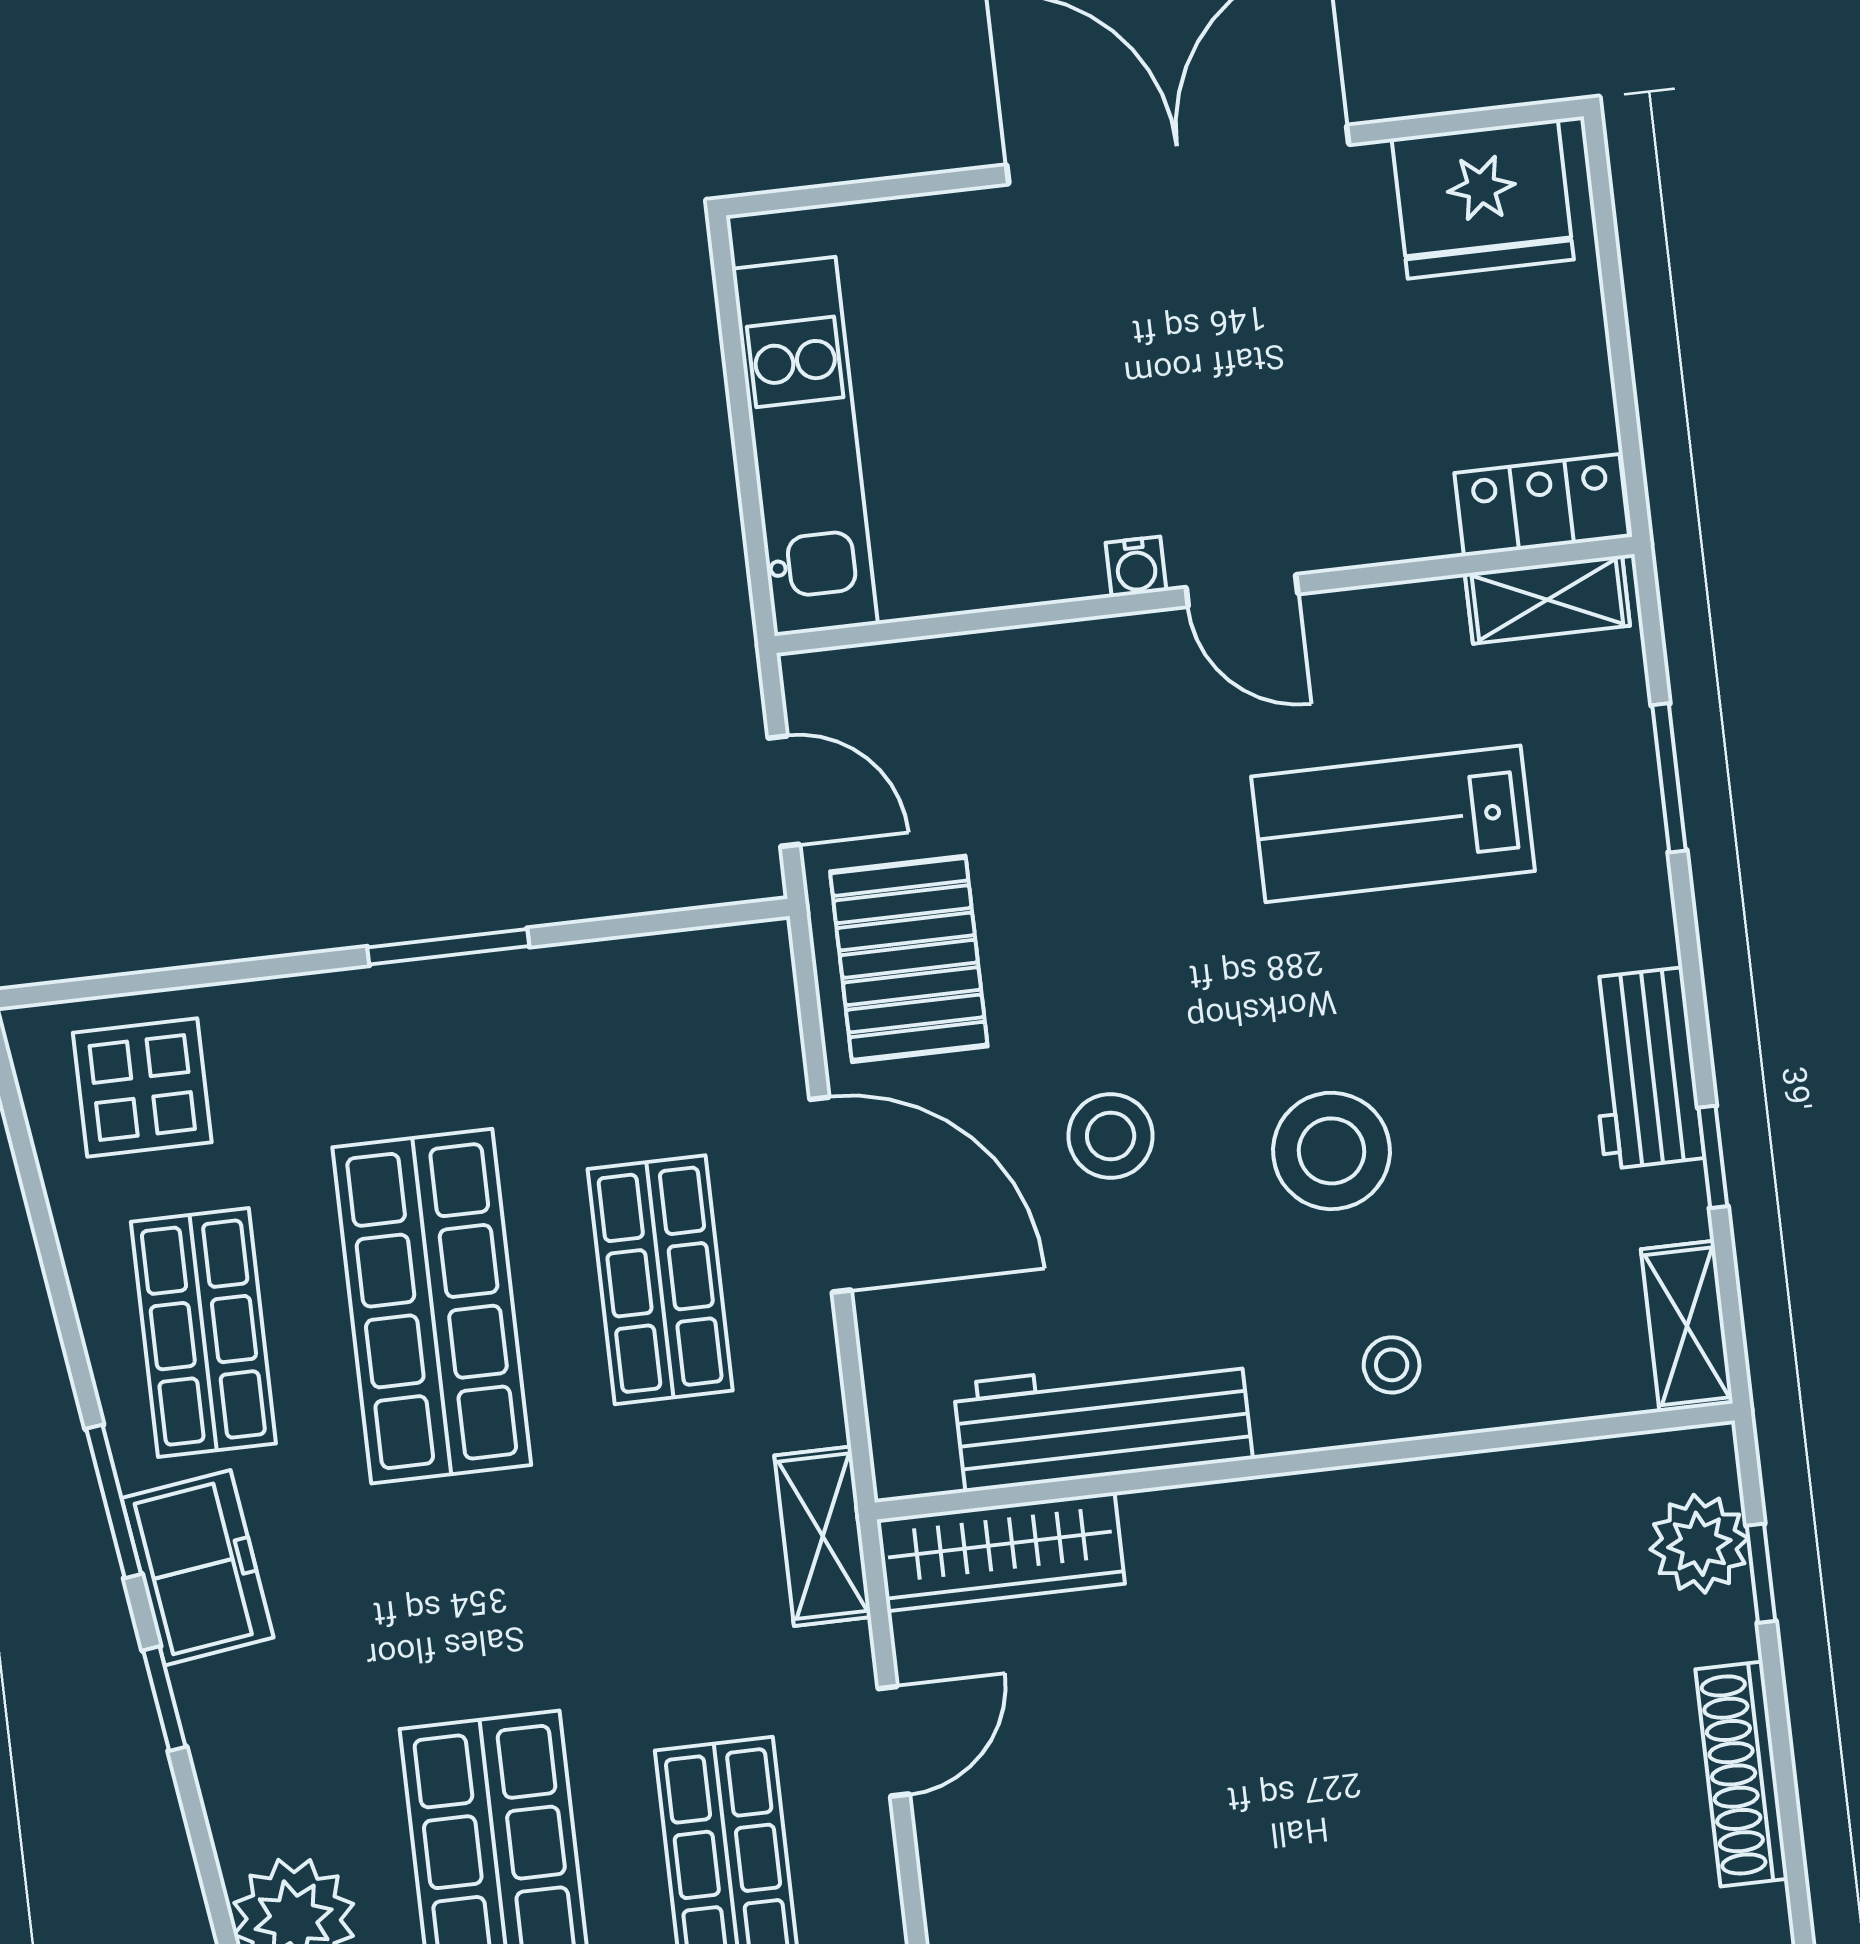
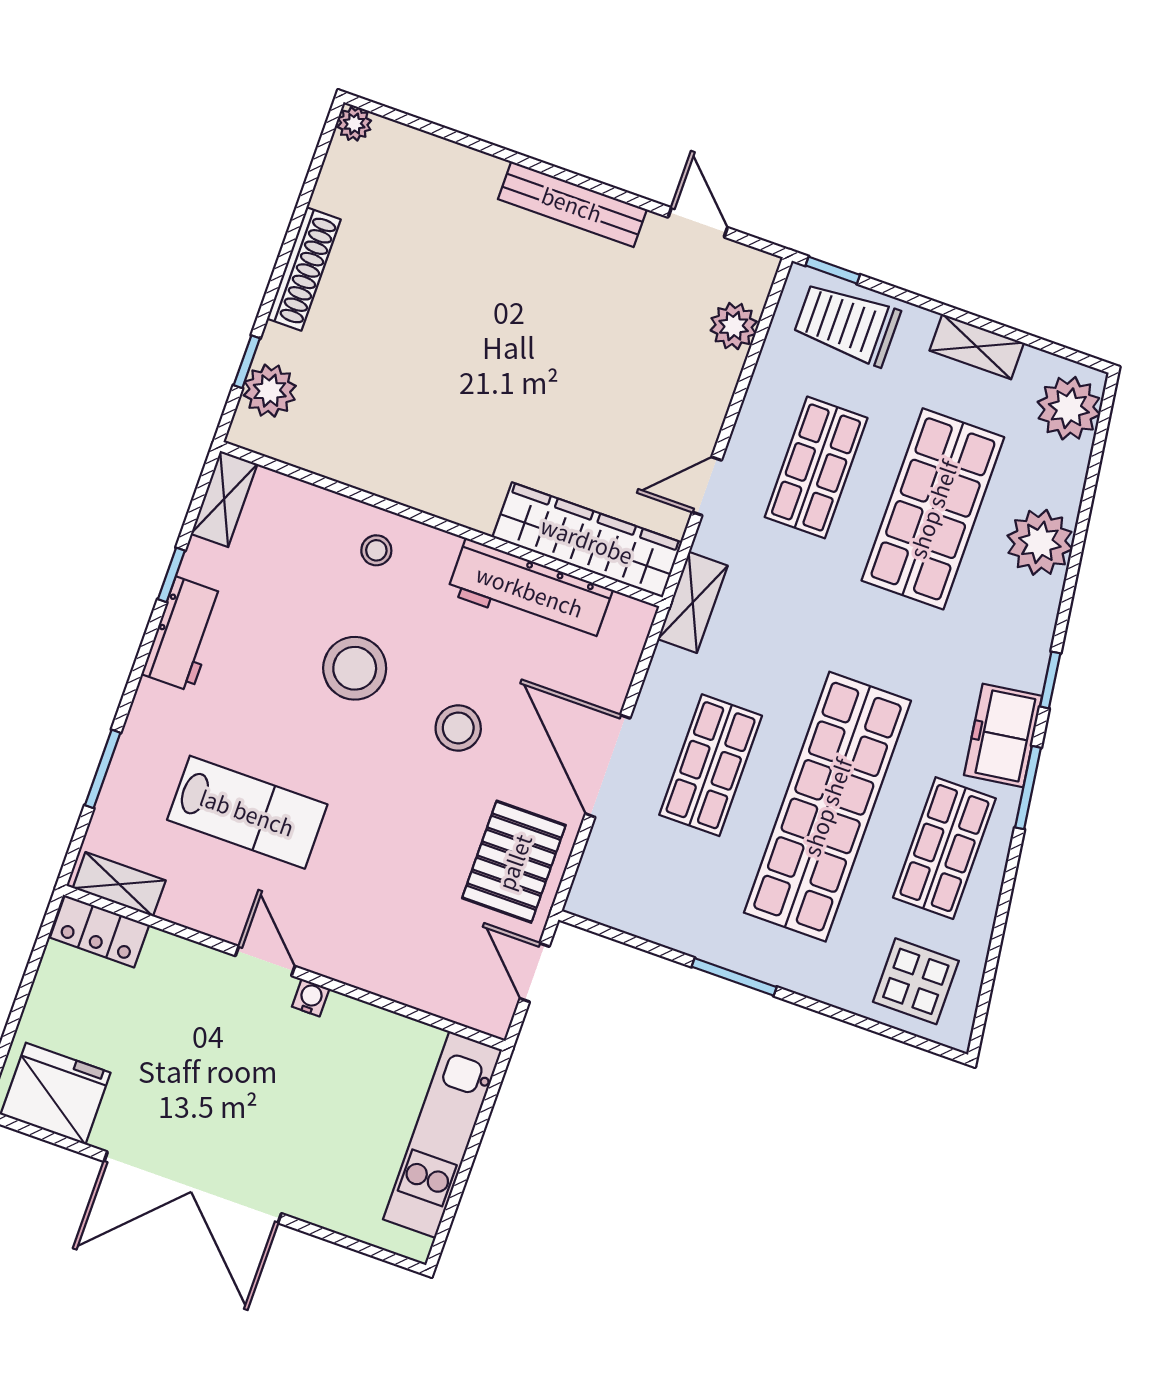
shop shelf: (432, 1306) -> (827, 807), width x1.40
wardrobe: (1001, 1552) -> (587, 540), width x1.40, depth x1.17

